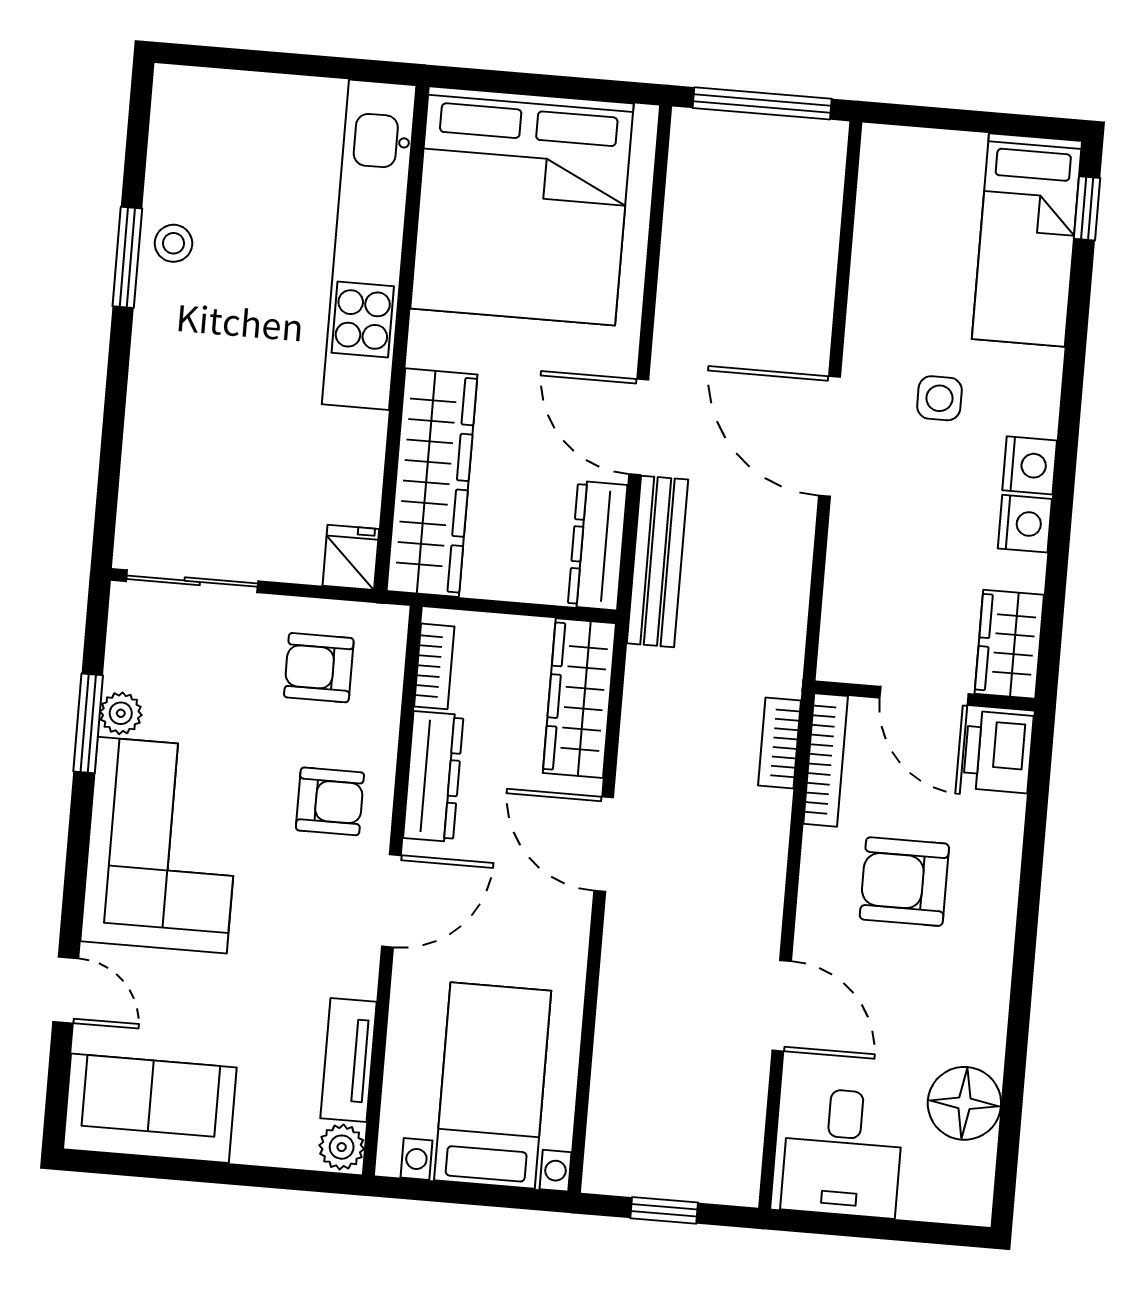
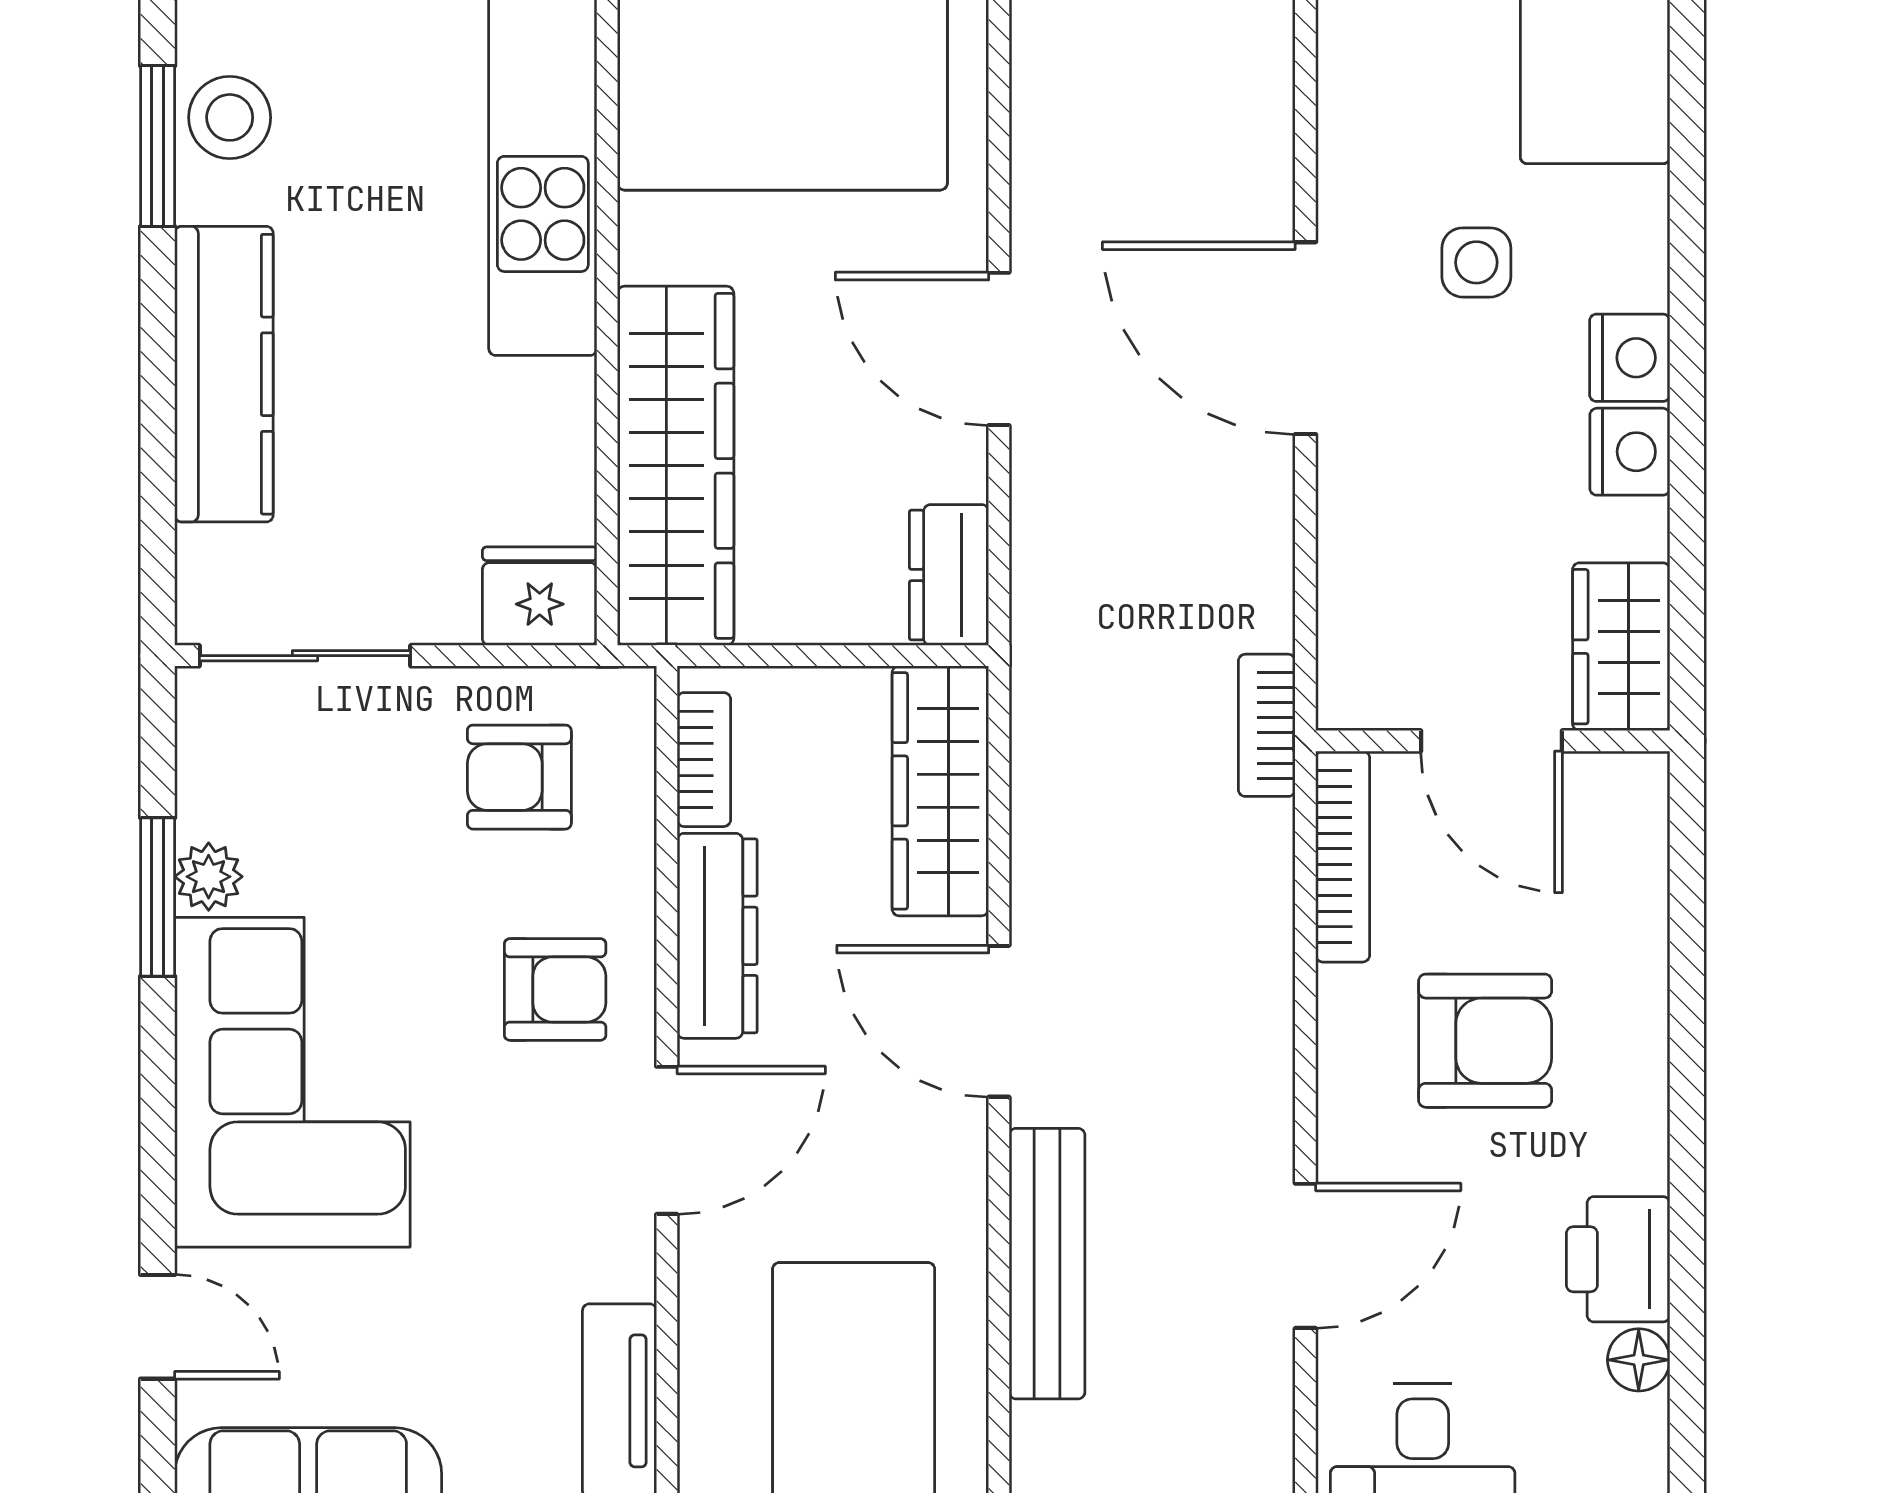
stool: (173, 243) -> (230, 117), width x1.37, depth x1.37
kitchen counter: (157, 402) -> (224, 374), added
dresser: (598, 546) -> (949, 575), width x0.70
fridge: (351, 557) -> (540, 596), width x1.38
bench: (657, 561) -> (1047, 1264), moved
bookcase: (780, 743) -> (1267, 725), moved
printer: (998, 752) -> (1618, 1259), moved
armchair: (904, 882) -> (1485, 1041), turned 180
door: (782, 1006) -> (1305, 1256), hinge flipped
floor lamp: (964, 1103) -> (1639, 1360), width x0.53, depth x0.53

